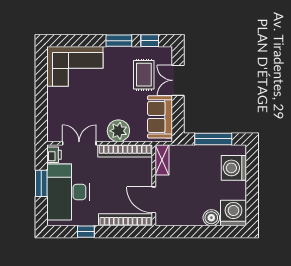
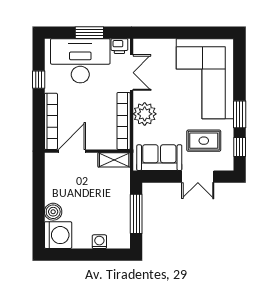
corner sofa: (75, 66) -> (205, 79), width x1.36, depth x1.36
double door: (178, 80) -> (198, 177), swing flipped
washing machine: (234, 168) -> (99, 242), width x0.53, depth x0.53

